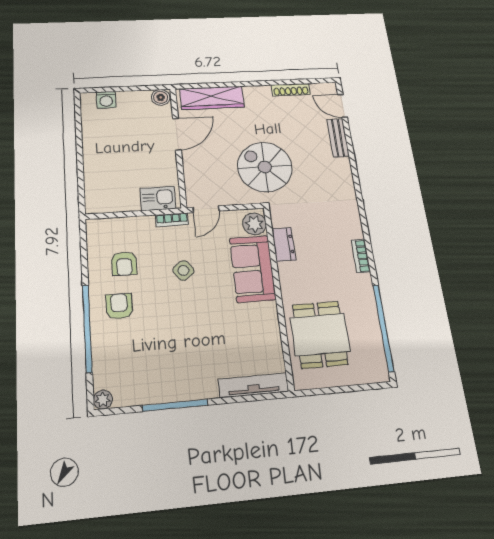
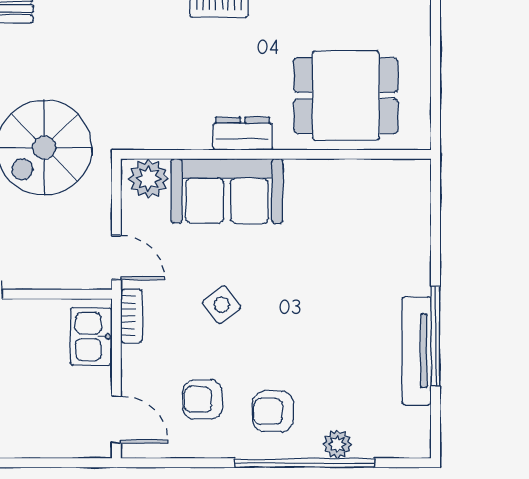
door: (109, 215) -> (116, 420), added
dresser: (284, 244) -> (243, 134), moved
armchair: (124, 264) -> (203, 399), turned 180
tv unit: (253, 385) -> (416, 351), moved
plant: (103, 400) -> (337, 444), moved

